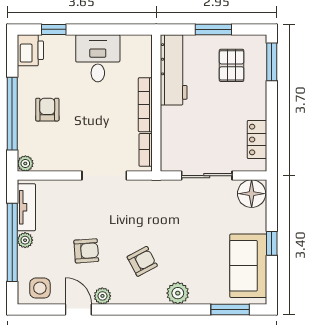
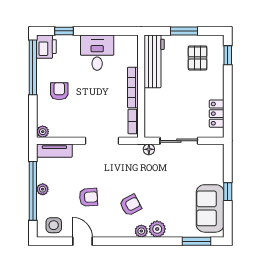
window: (272, 62) -> (228, 55), width x0.67
window: (12, 114) -> (33, 67), moved
floor lamp: (252, 194) -> (149, 149), moved, width x0.53, depth x0.53
tv unit: (26, 207) -> (54, 151), moved, turned 90
plant: (102, 296) -> (141, 231), moved

